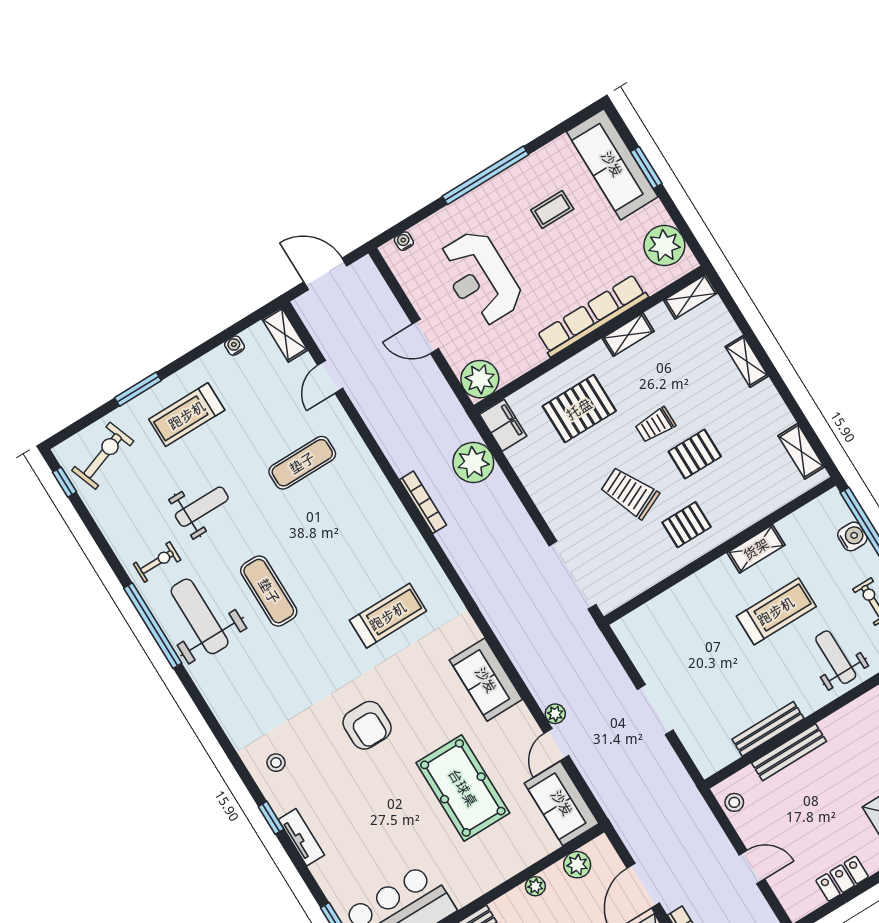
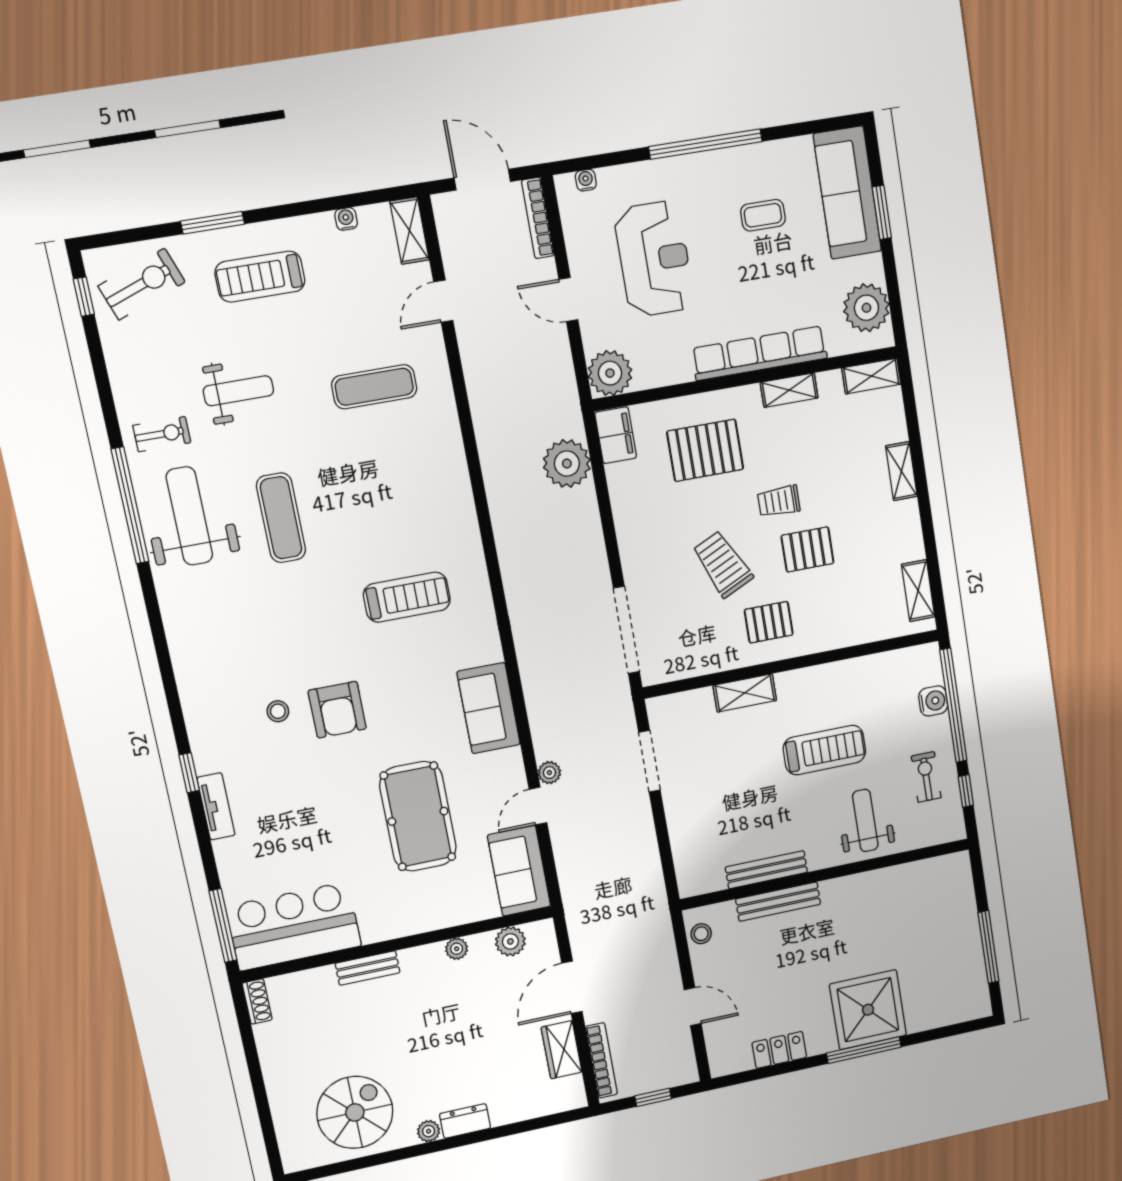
reception desk: (480, 278) -> (654, 259), turned 180
bookcase: (423, 502) -> (538, 218), moved, turned 180
shelving: (756, 549) -> (745, 693), moved
doorway: (655, 710) -> (649, 761), moved
stool: (276, 763) -> (278, 711), moved

